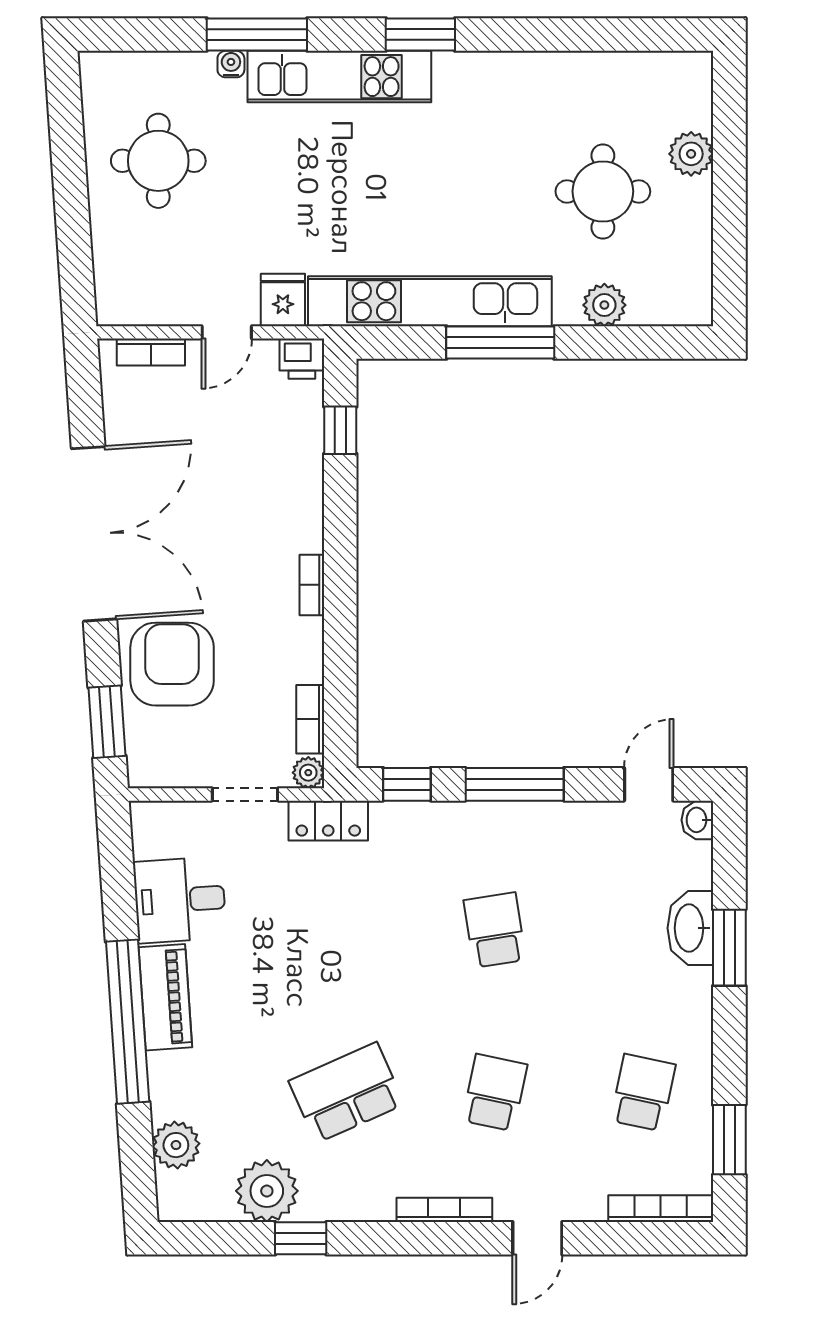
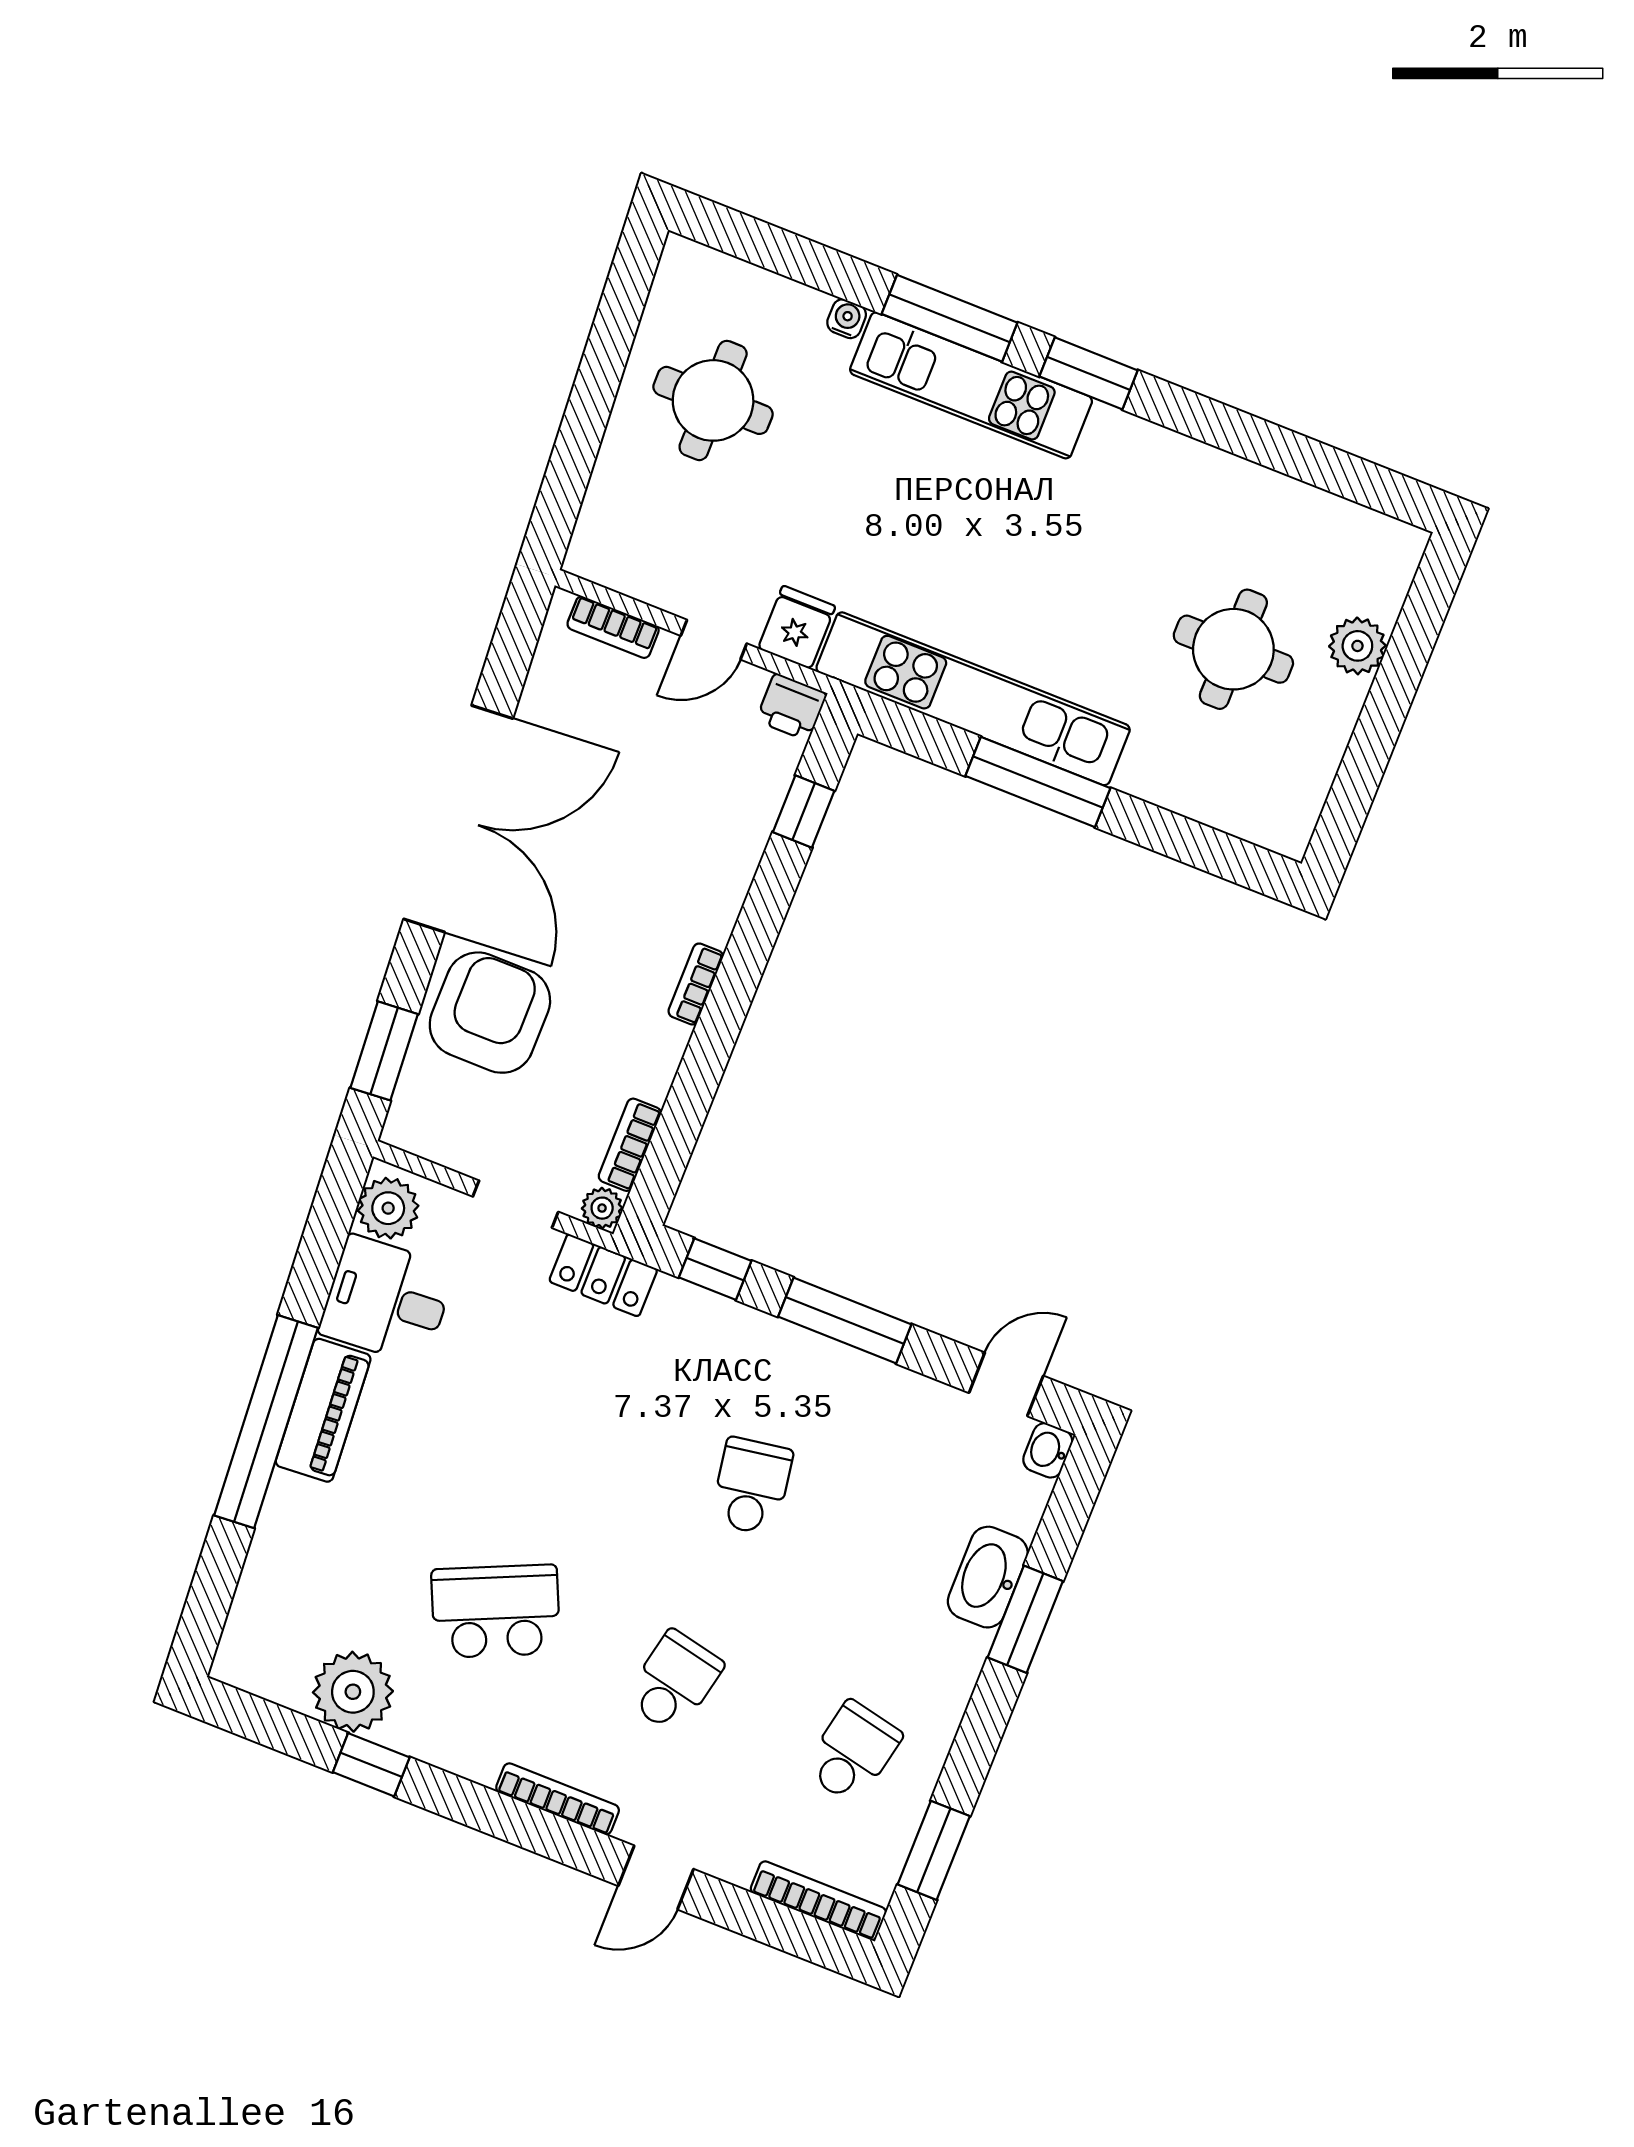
window: (257, 35) -> (950, 318), moved
plant: (604, 305) -> (1181, 786), removed
plant: (176, 1145) -> (388, 1208), moved

